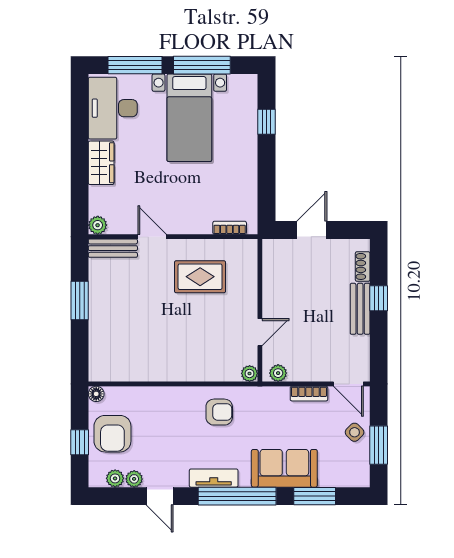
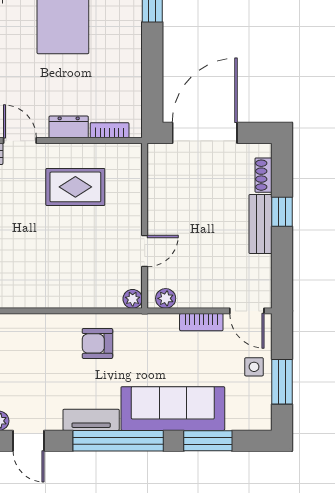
dresser: (194, 225) -> (69, 127), added
door: (312, 230) -> (205, 133), width x1.87
armchair: (219, 412) -> (97, 343), turned 180
side table: (355, 432) -> (254, 367), turned 45
sofa: (284, 468) -> (173, 409), width x1.36

